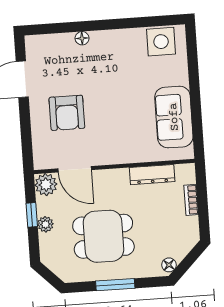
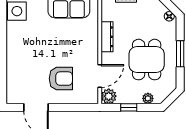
floor lamp: (82, 38) -> (11, 65), removed
dresser: (152, 175) -> (107, 37), moved
plant: (45, 224) -> (148, 98), moved

